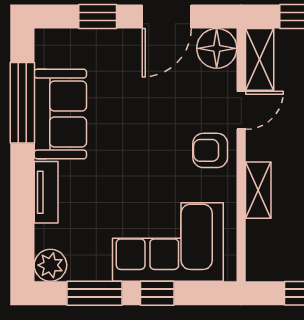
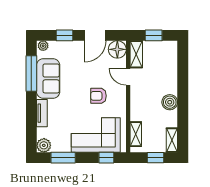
plant: (49, 40) -> (43, 46), added
door: (241, 110) -> (128, 77), swing flipped
armchair: (210, 150) -> (99, 96), moved
shelving: (258, 190) -> (136, 134), moved
window: (157, 293) -> (106, 158), moved

